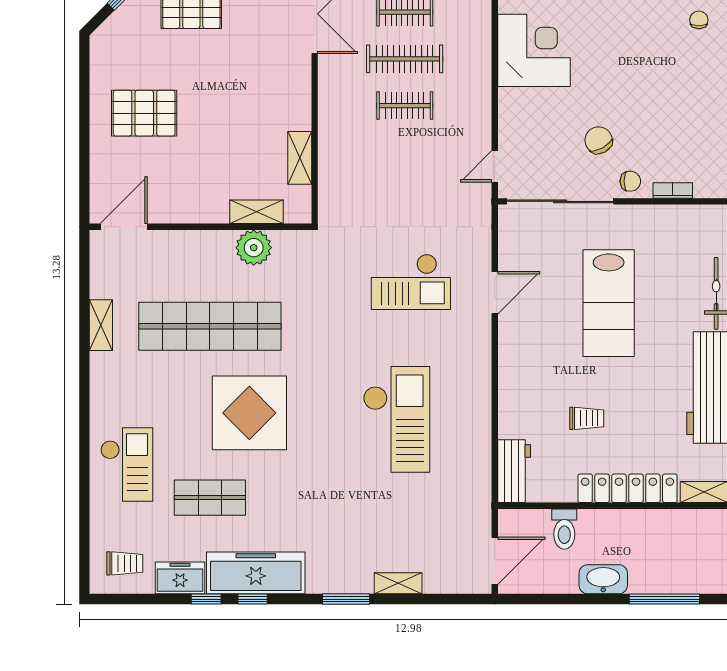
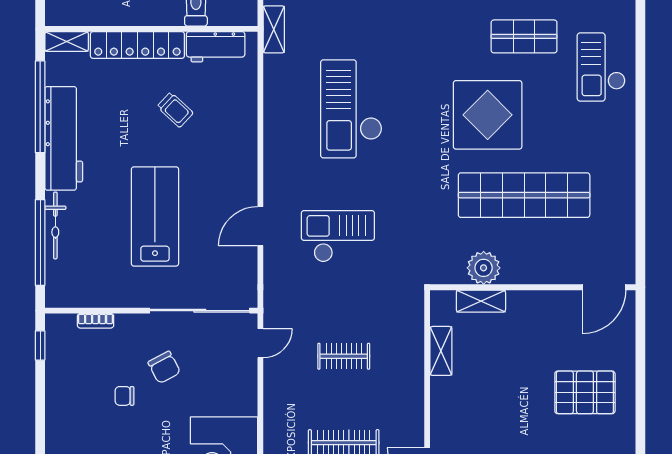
clothes rail: (405, 106) -> (344, 356), moved
chair: (630, 181) -> (124, 396), moved
shelving: (101, 325) -> (274, 29), moved
trolley: (587, 418) -> (175, 110), turned -137
workbench: (514, 471) -> (216, 47), moved, turned -90

